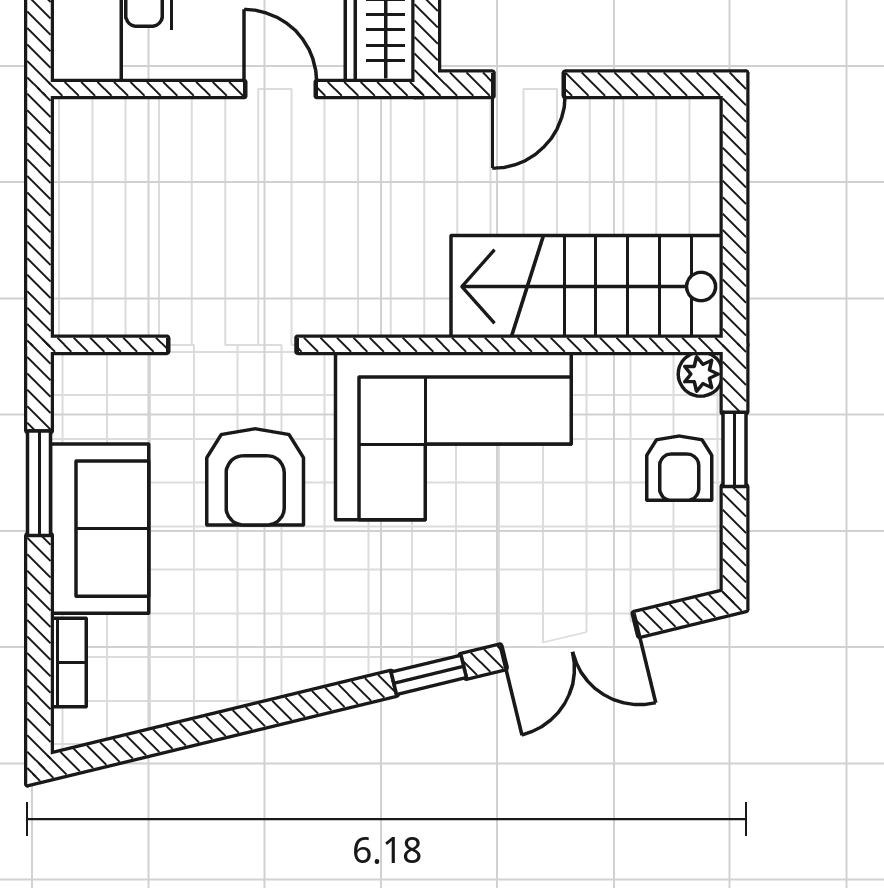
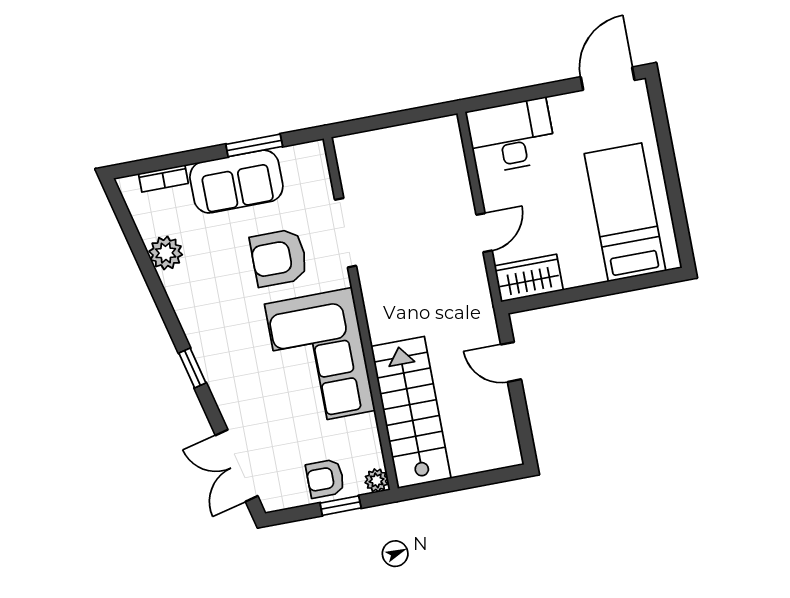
double door: (570, 641) -> (237, 466), moved
plant: (207, 684) -> (166, 253), added

